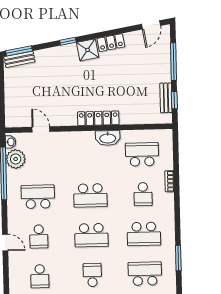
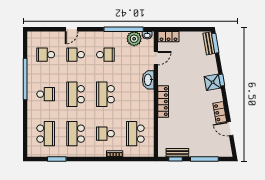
door: (151, 25) -> (230, 129), moved
shower: (88, 50) -> (213, 82), moved
locker: (12, 113) -> (168, 37), added
washbasin: (108, 138) -> (148, 80), moved
school desk: (142, 154) -> (135, 134), turned 180
school desk: (38, 197) -> (105, 55), width x0.54

